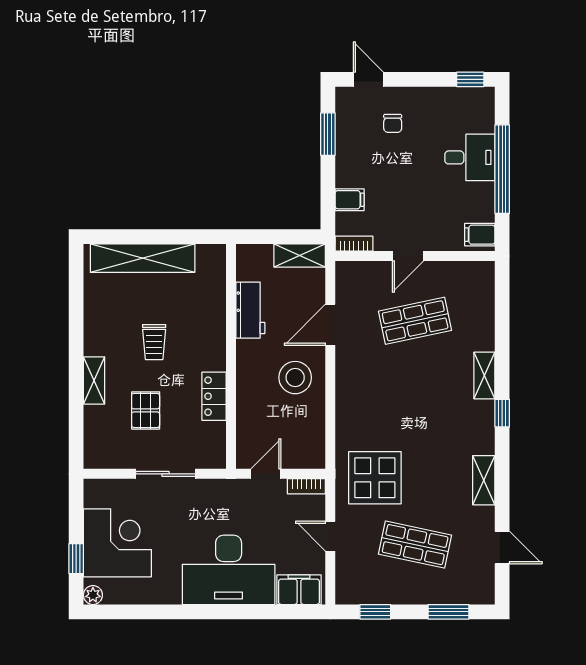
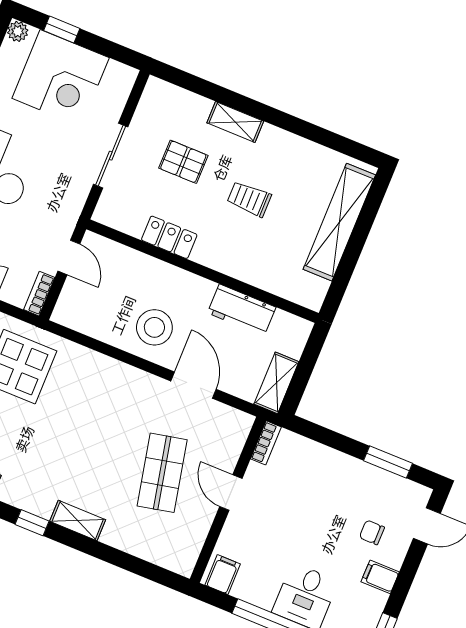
filing cabinet: (350, 200) -> (380, 577), moved, turned 90

